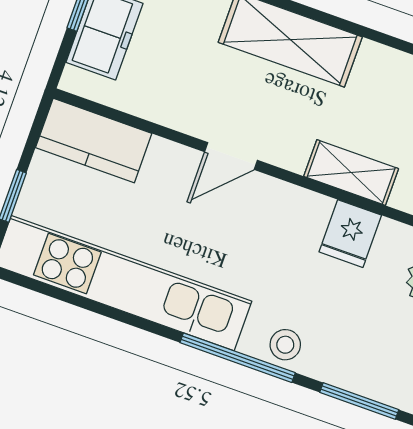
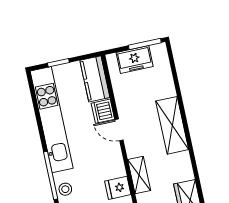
dishwasher: (171, 166) -> (103, 111), added

